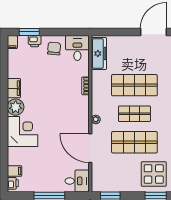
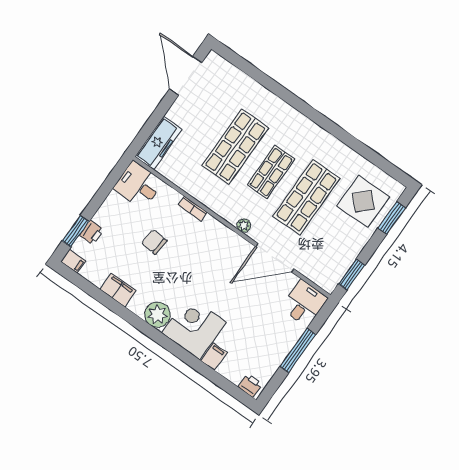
chair: (54, 49) -> (154, 242), moved
freezer: (99, 54) -> (159, 143), moved, turned 90
filing cabinet: (14, 88) -> (118, 290), moved
filing cabinet: (15, 171) -> (214, 357), moved

